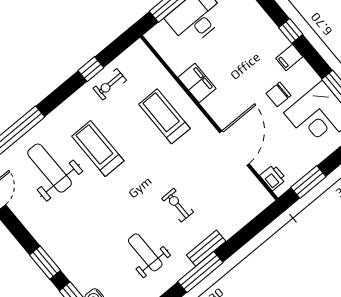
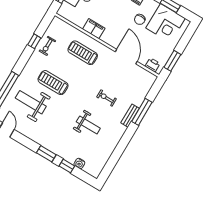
weight bench: (145, 252) -> (88, 125), moved, turned 180
window: (200, 272) -> (142, 112), moved

